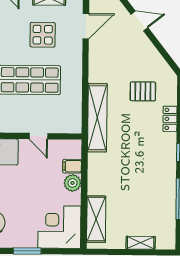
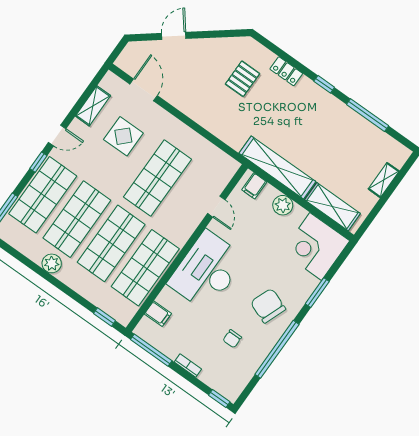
shelving: (97, 118) -> (277, 167), moved
door: (38, 136) -> (216, 207), hinge flipped
filing cabinet: (72, 166) -> (254, 186), moved

